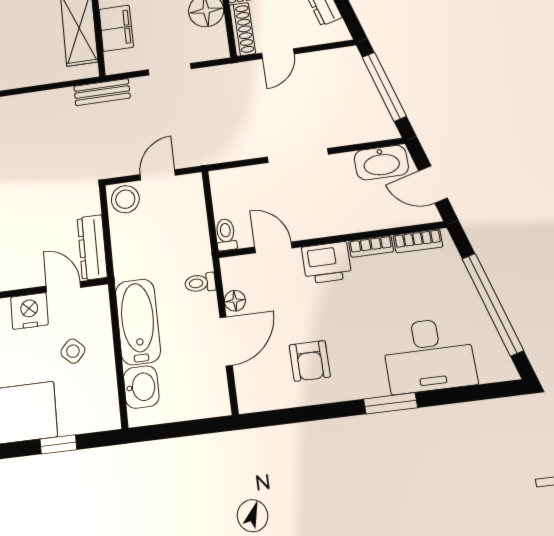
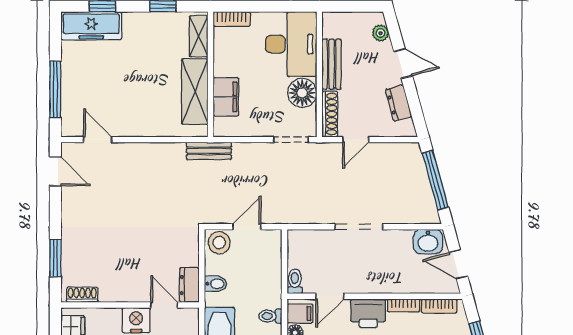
doorway: (170, 69) -> (291, 140), moved
washbasin: (381, 163) -> (428, 242), width x0.72
dresser: (92, 247) -> (189, 285), width x0.70
door: (273, 247) -> (330, 296), swing flipped
bidet: (126, 251) -> (216, 284), added
filing cabinet: (238, 275) -> (300, 314), added

